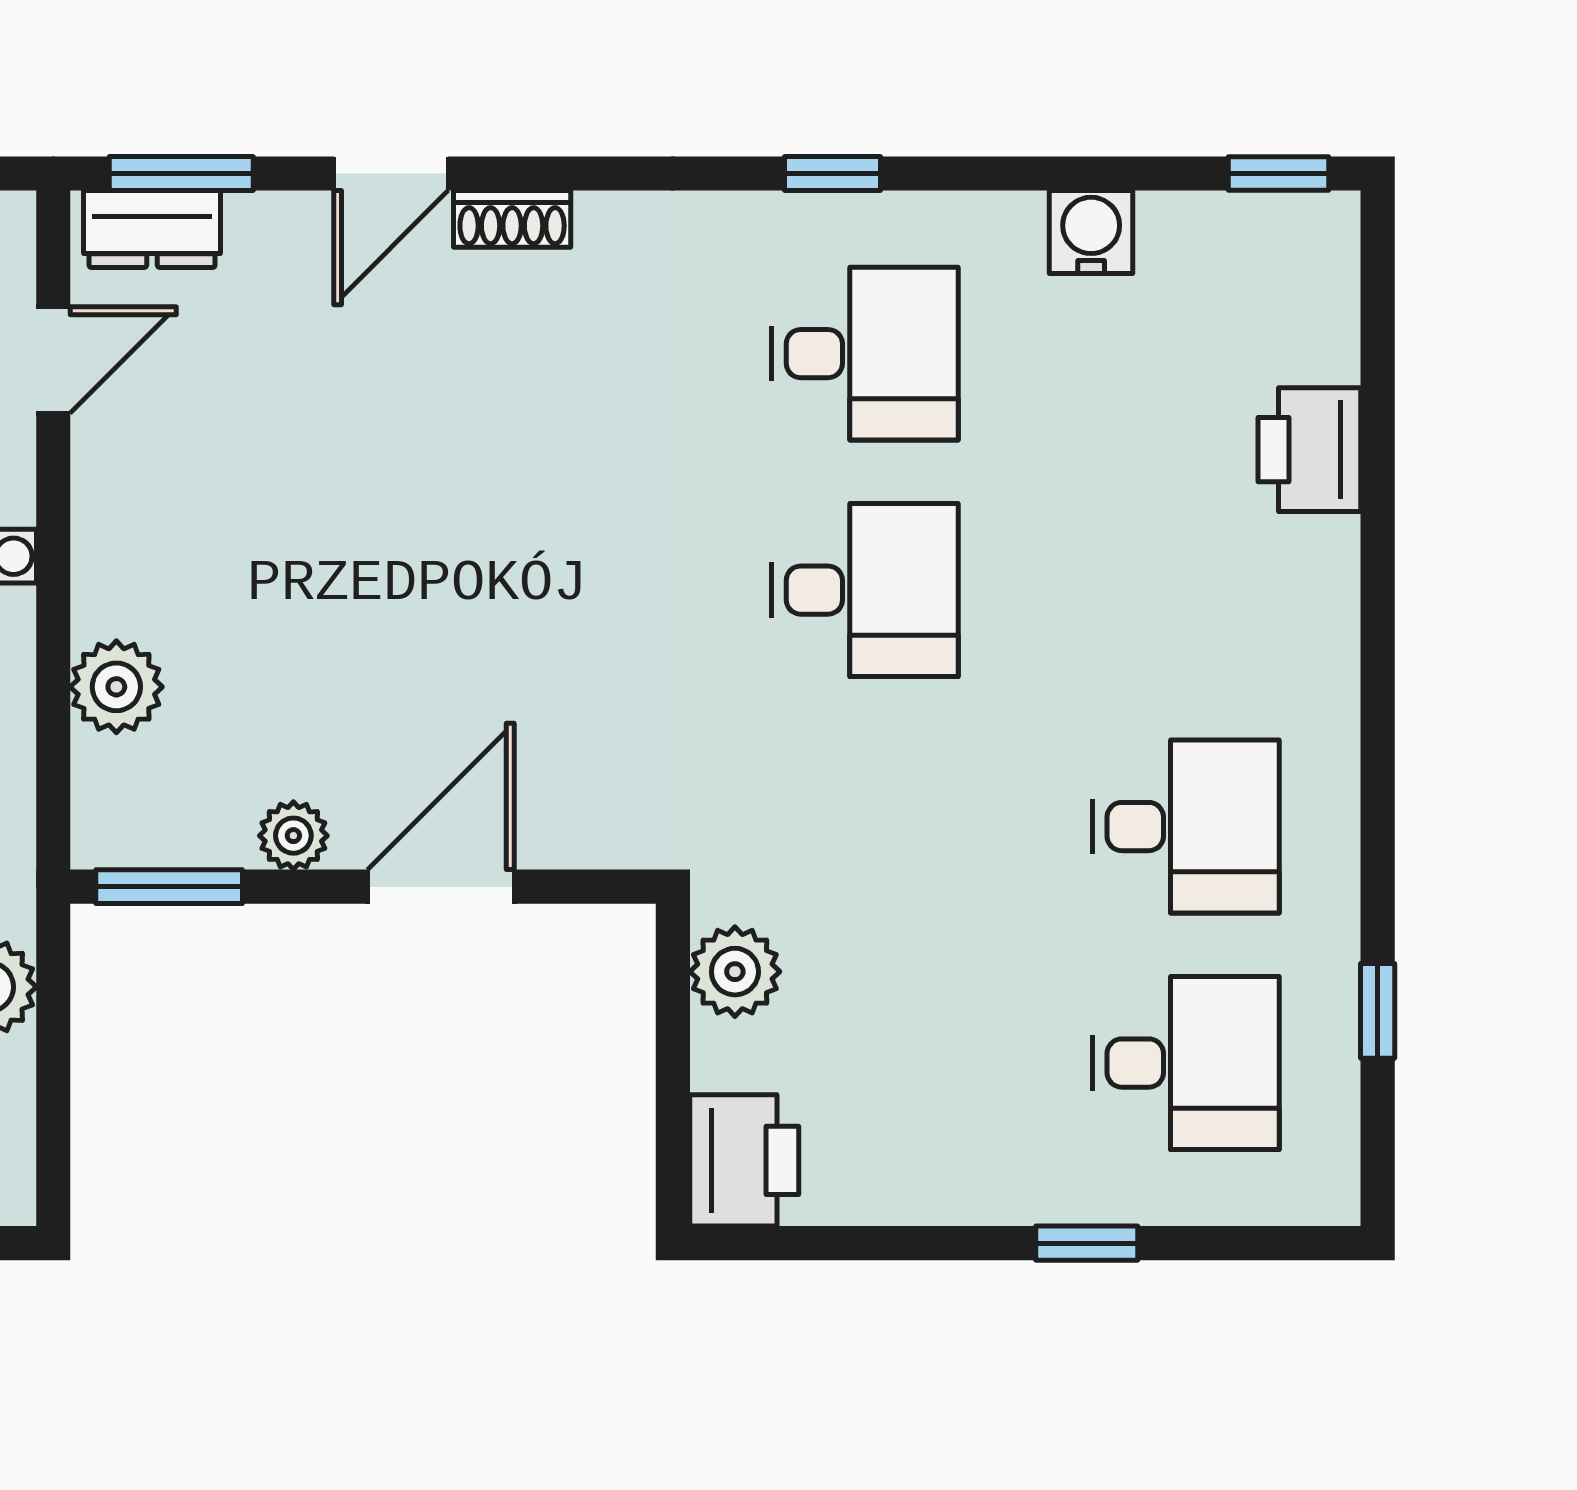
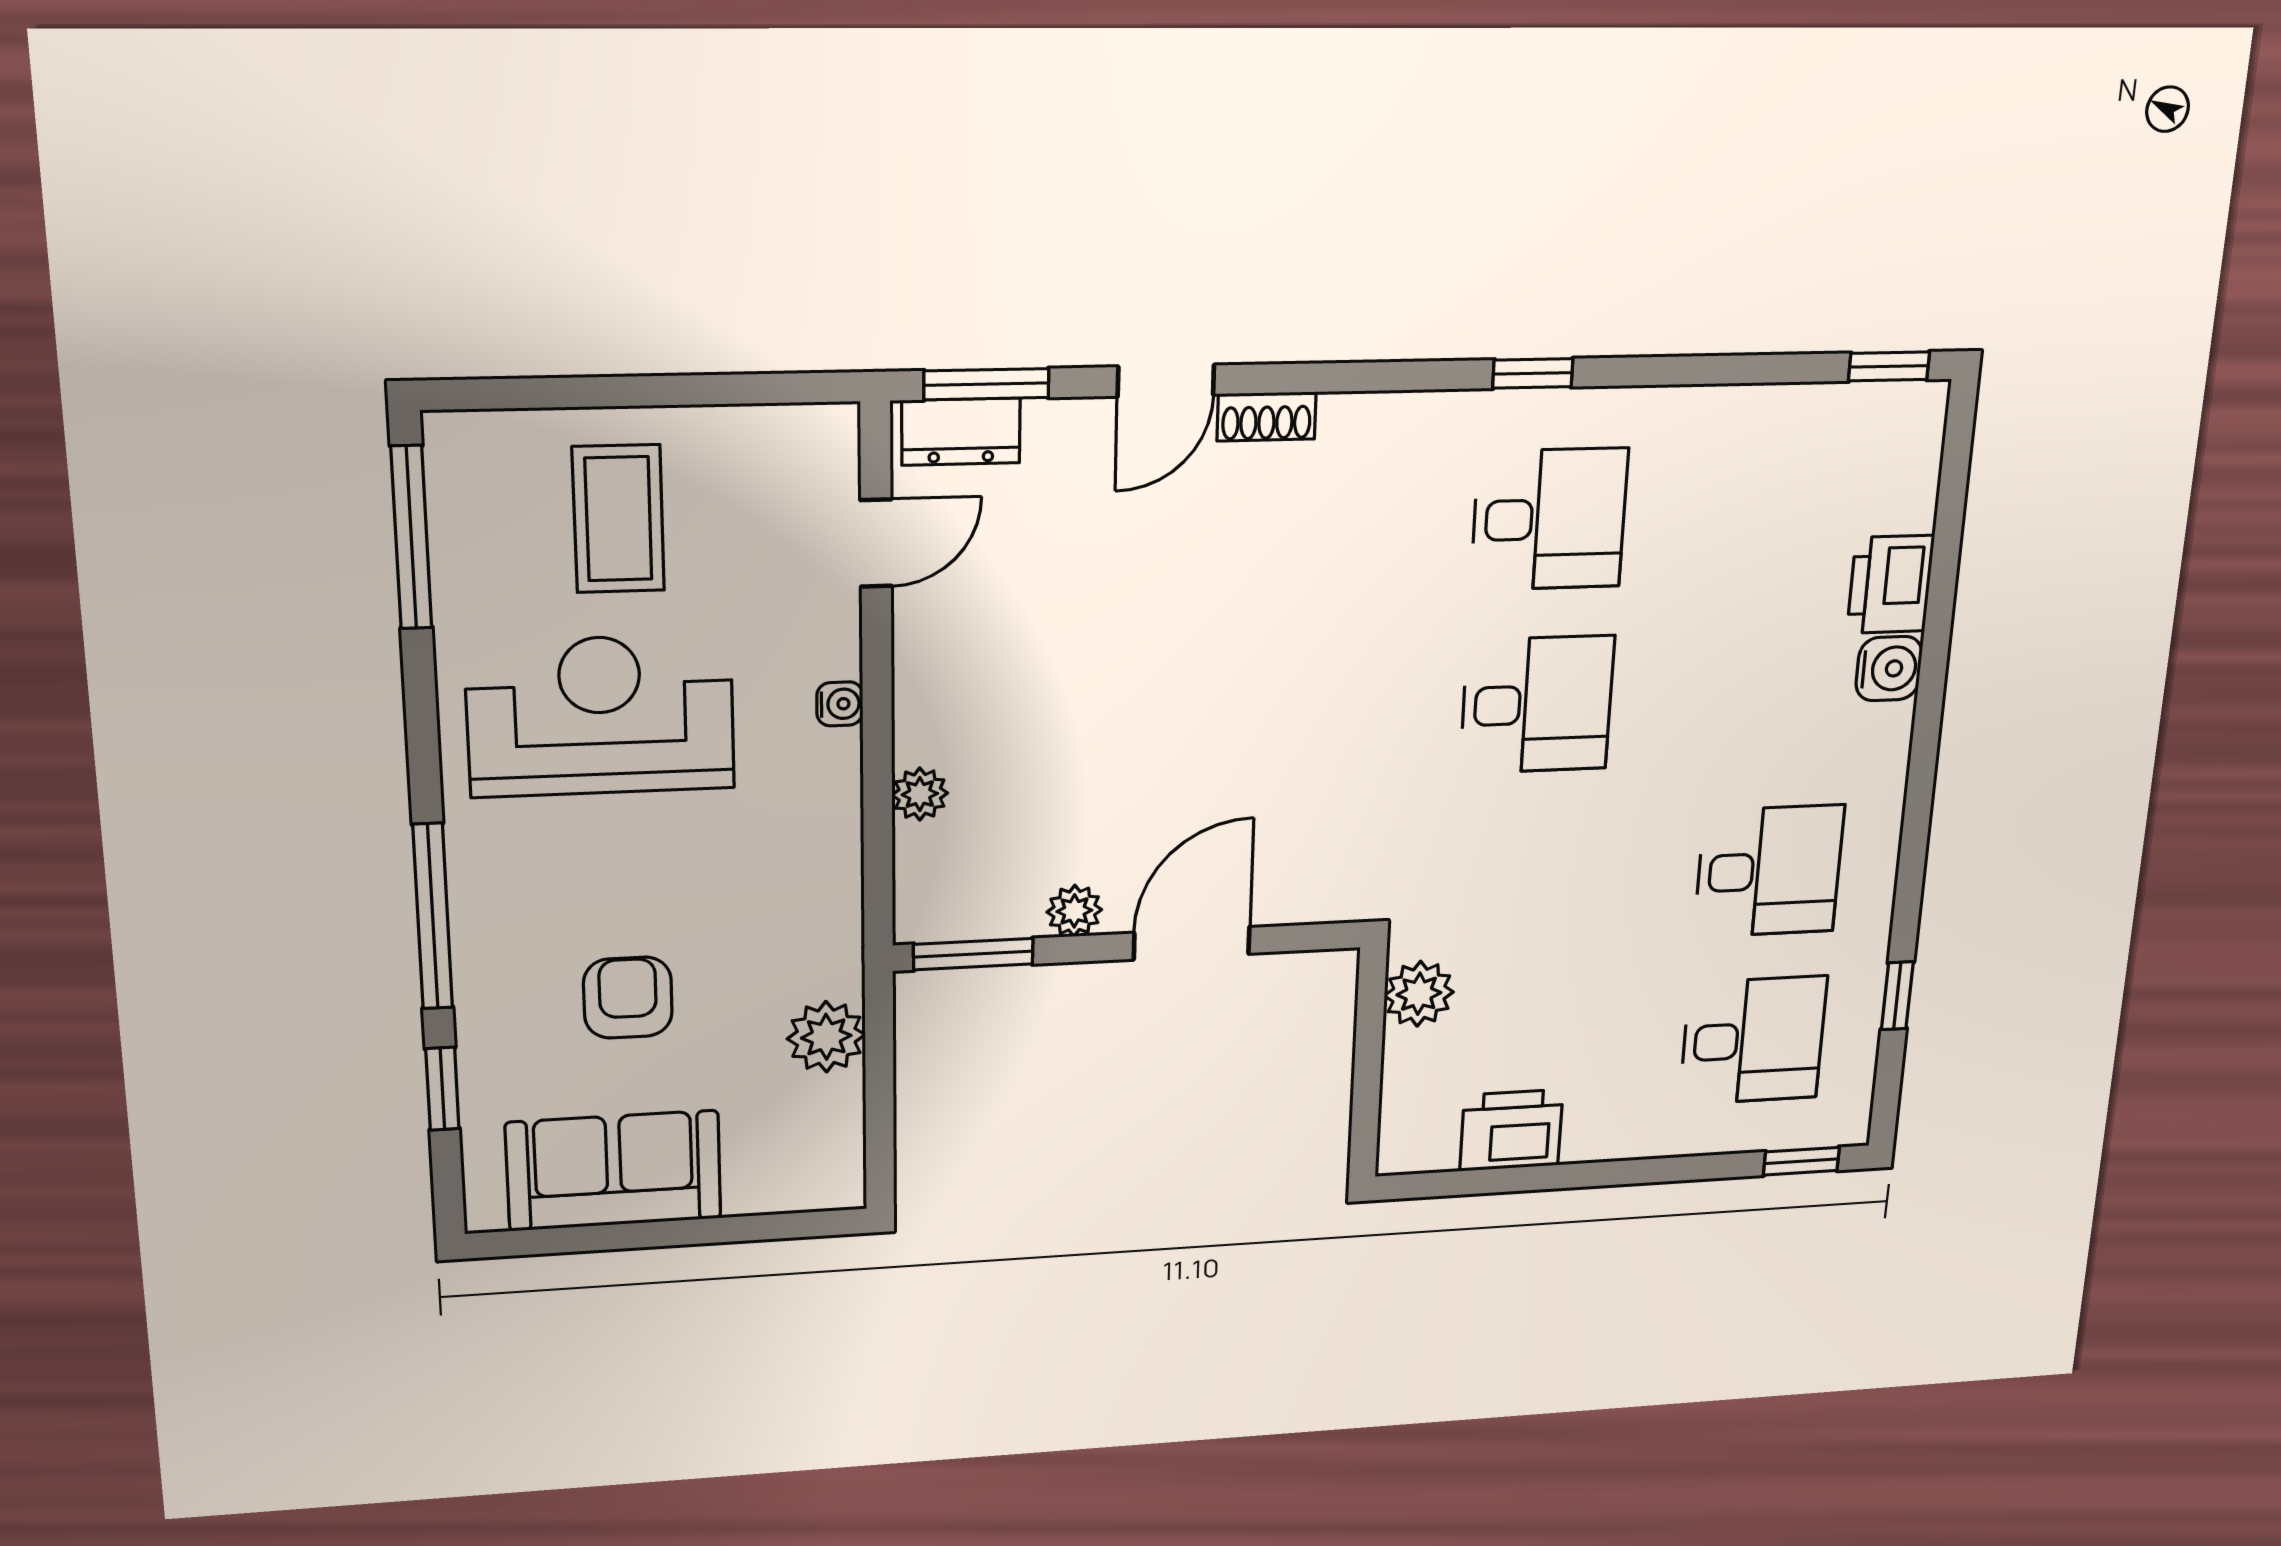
water cooler: (1091, 232) -> (1889, 669), moved, turned 90
plant: (116, 687) -> (920, 794), width x0.73, depth x0.73
printer: (744, 1160) -> (1511, 1130), moved, turned -90
window: (1087, 1243) -> (1801, 1161), moved

